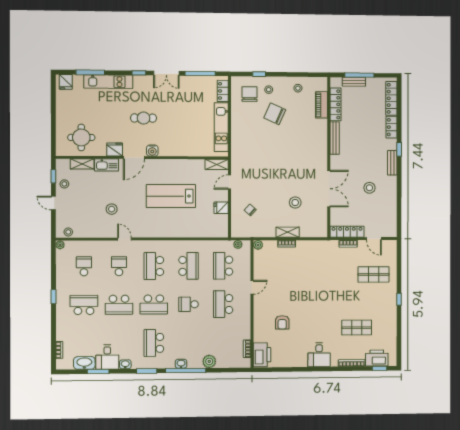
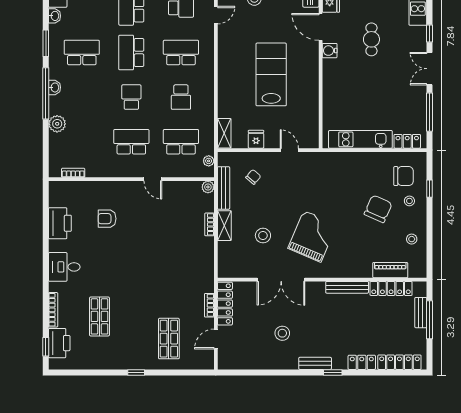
shelving: (217, 164) -> (224, 133), moved
grand piano: (296, 165) -> (312, 236), added
bench: (259, 233) -> (224, 188), added
school desk: (189, 266) -> (181, 97), width x0.54
printer: (262, 355) -> (60, 223), moved, turned -90

